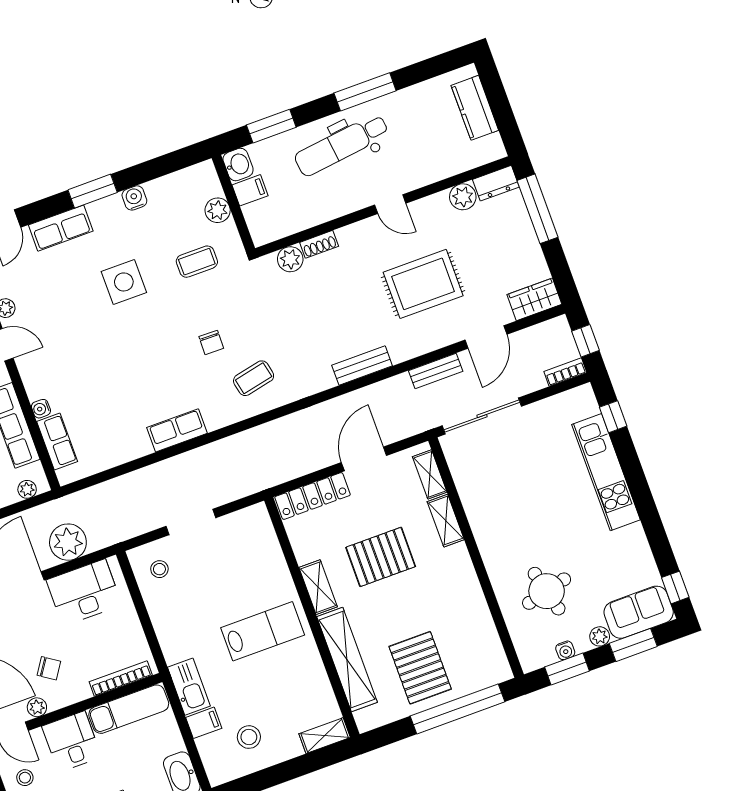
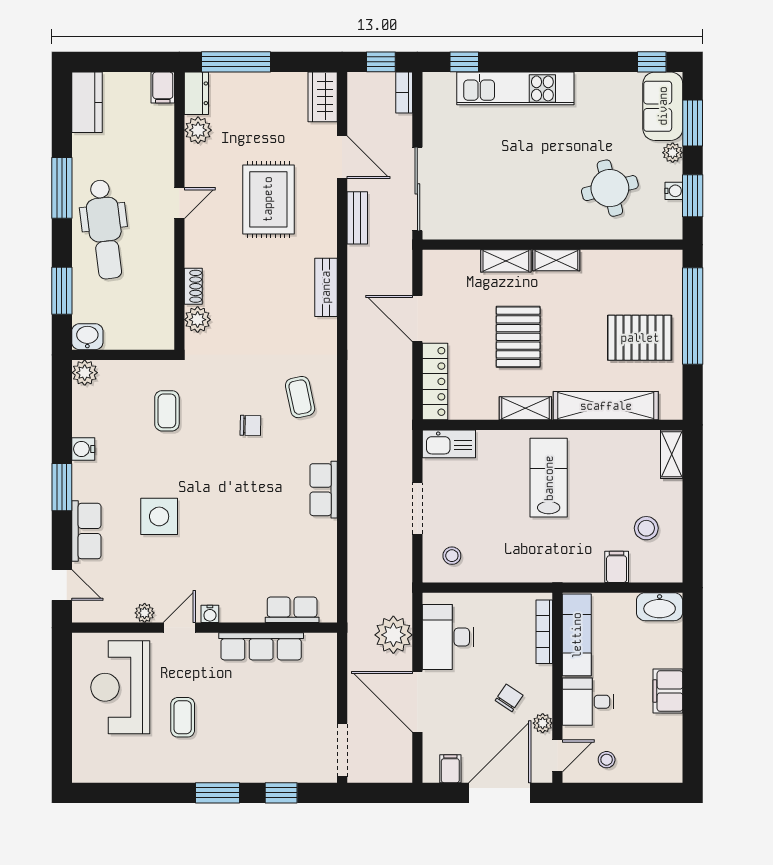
kitchen counter: (475, 108) -> (87, 102), moved, turned -90
filing cabinet: (250, 190) -> (163, 88), moved, turned 180
plant: (218, 210) -> (85, 373), moved
side table: (124, 282) -> (159, 516), moved
water cooler: (41, 409) -> (210, 614), moved
shelving: (430, 474) -> (556, 260), moved
plant: (27, 489) -> (328, 656), removed
kitchen sink: (189, 687) -> (449, 444), moved, turned 180

